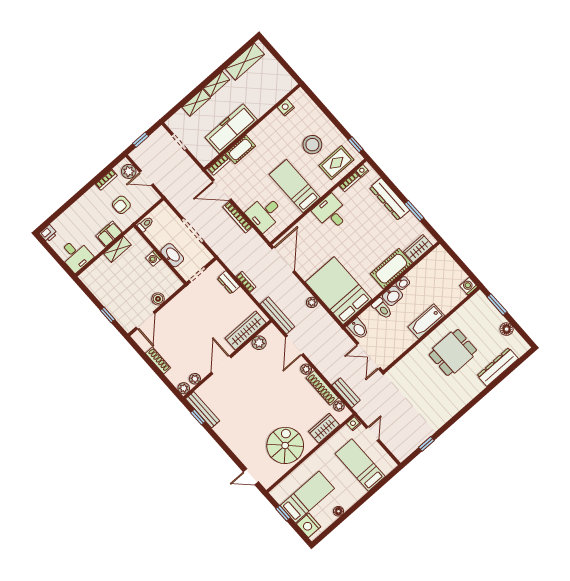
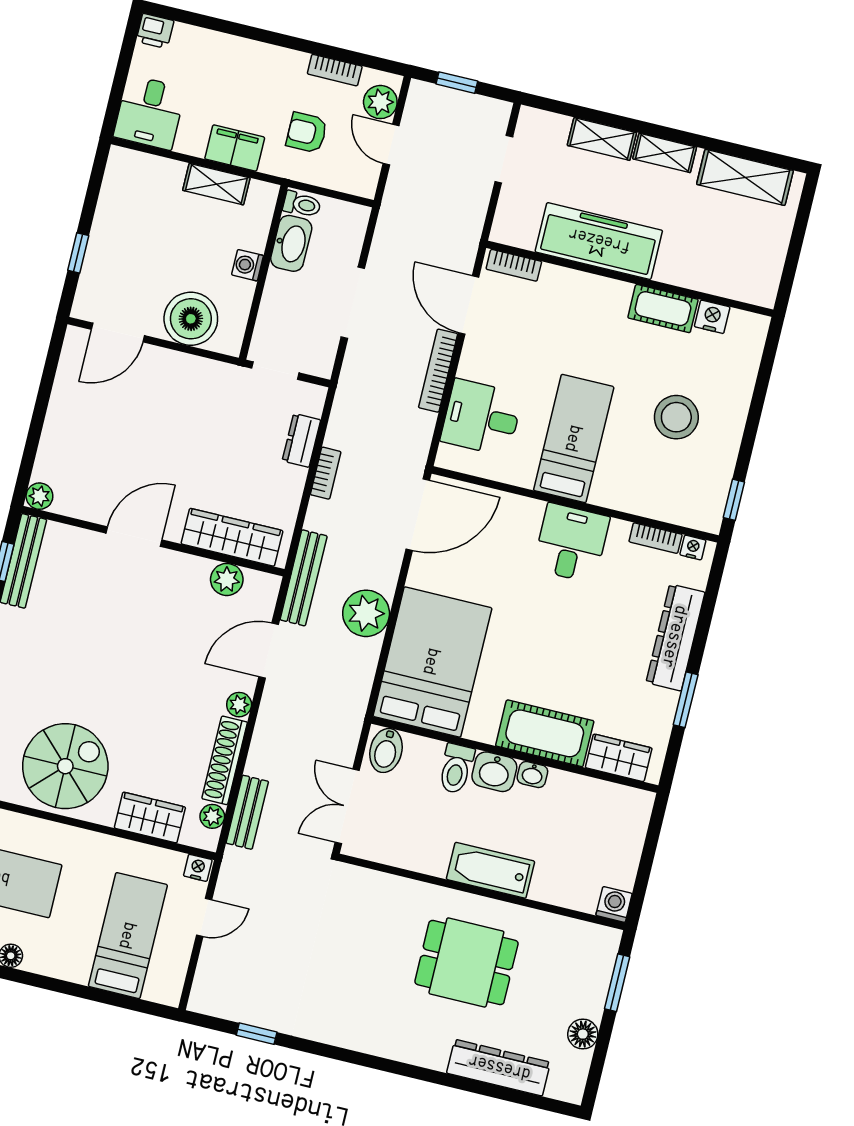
cot: (240, 150) -> (663, 309), moved
rug: (336, 163) -> (674, 487), removed
washbasin: (172, 255) -> (291, 243), moved
boiler: (158, 299) -> (191, 319), width x1.86, depth x1.86
plant: (312, 302) -> (366, 613), width x1.88, depth x1.88
shoe rack: (158, 361) -> (58, 410), removed
plant: (195, 379) -> (72, 505), removed

